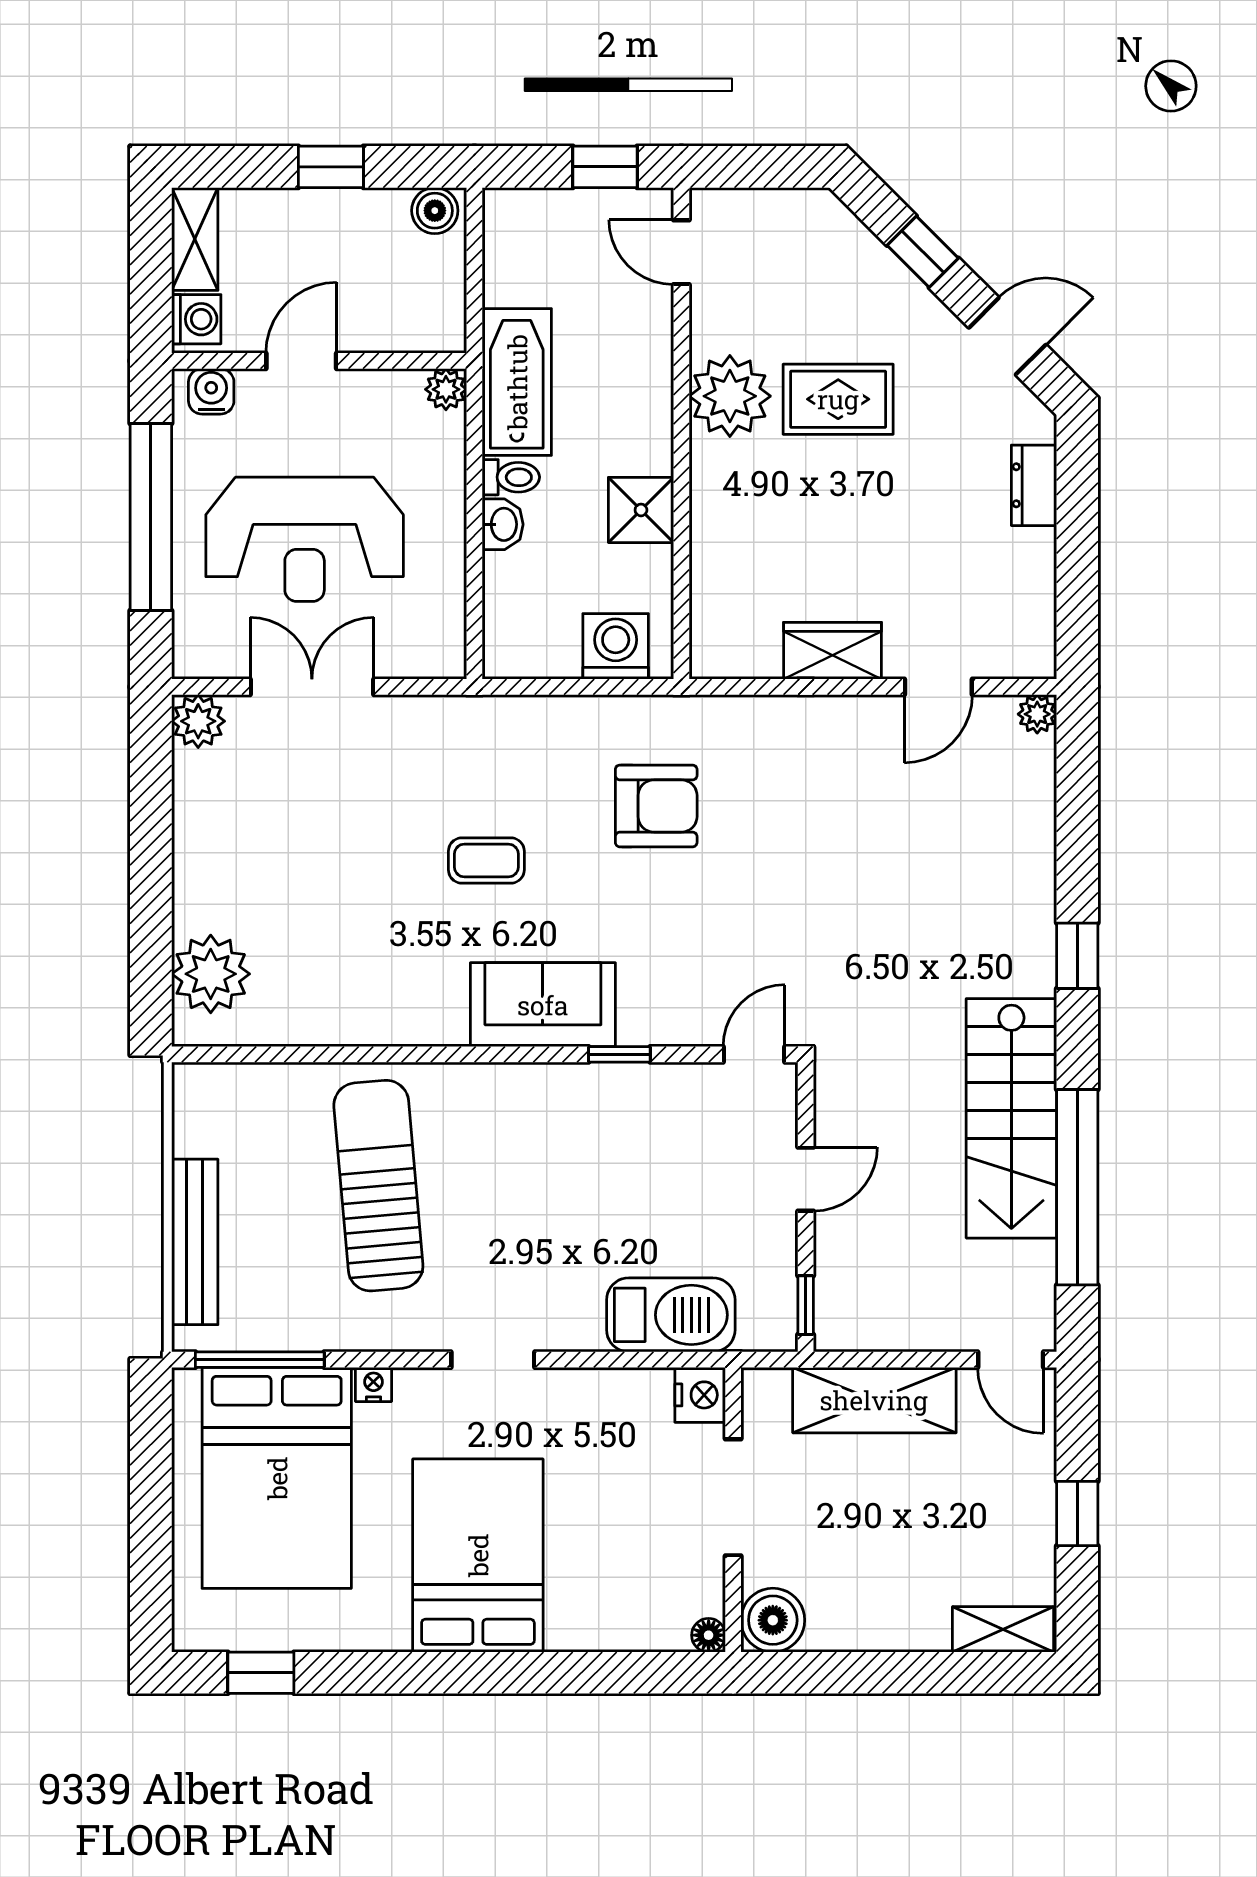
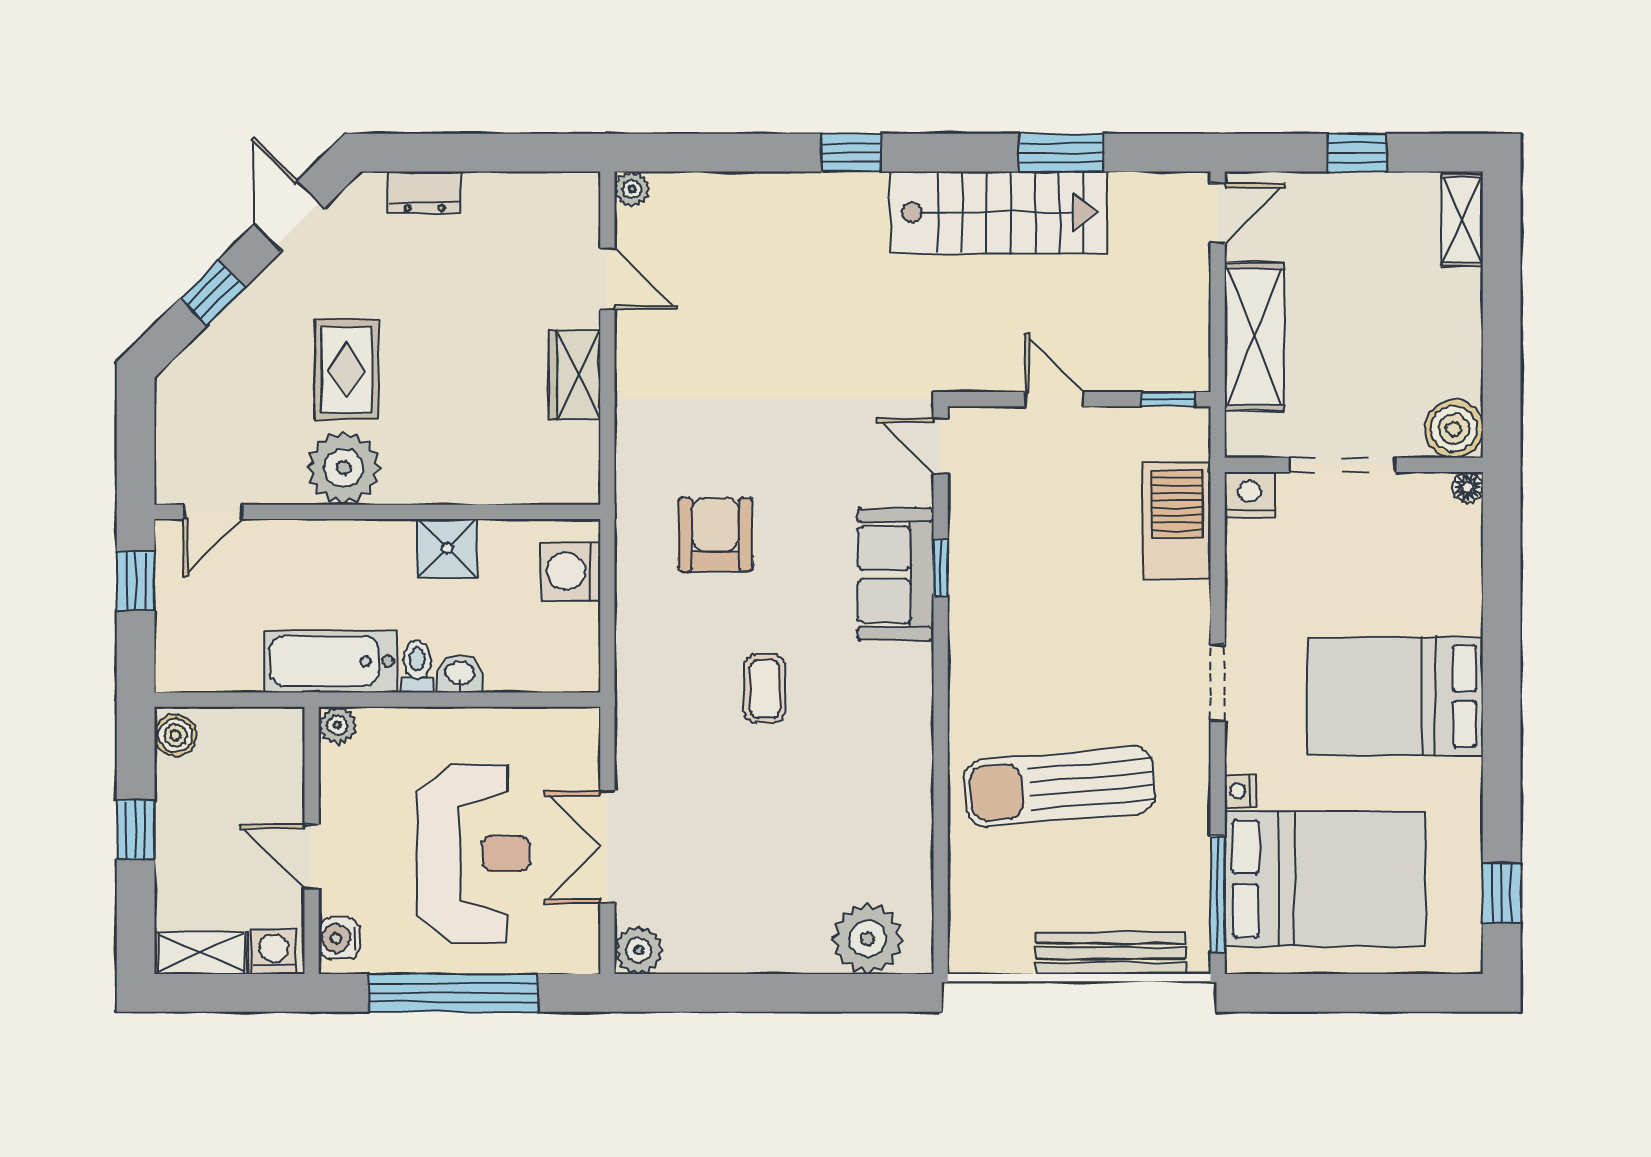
sofa: (543, 1005) -> (896, 574), moved
window: (1077, 1187) -> (1061, 153), width x0.47

